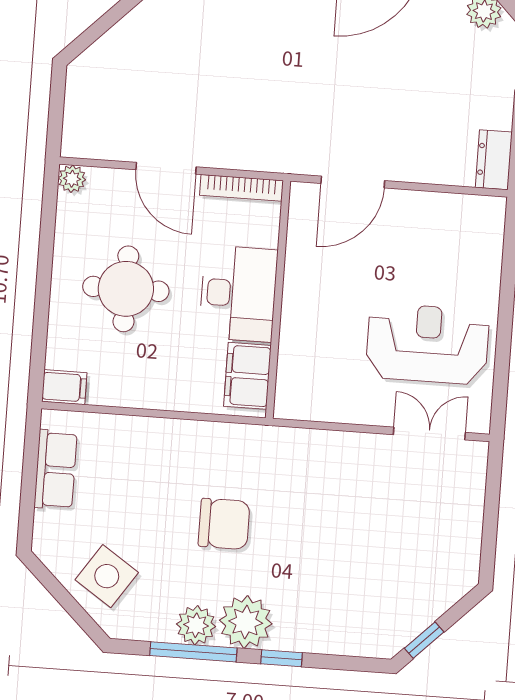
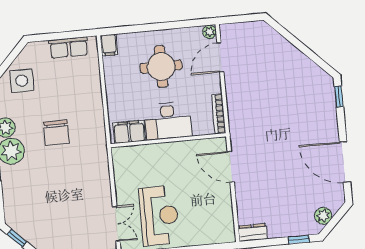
door: (166, 168) -> (220, 57), moved
side table: (107, 576) -> (22, 81), turned -34

